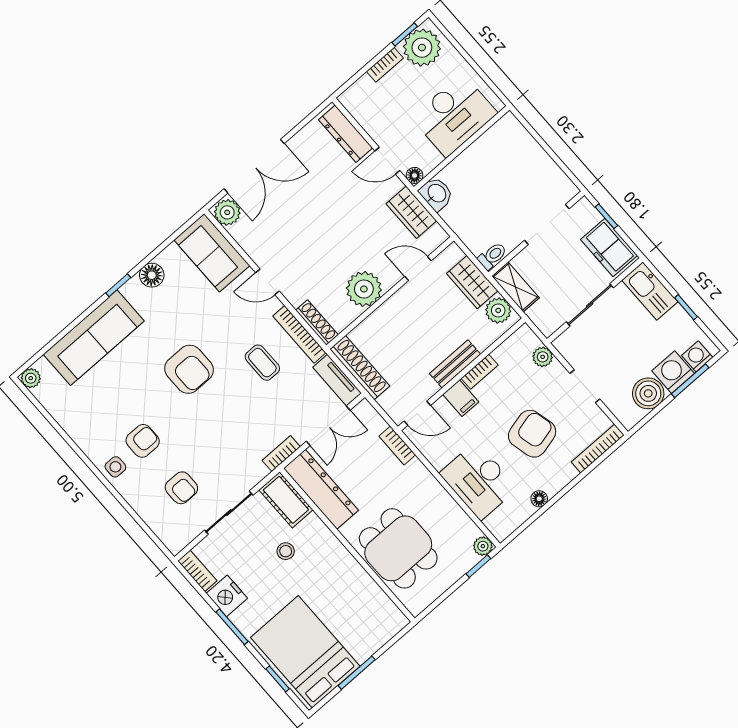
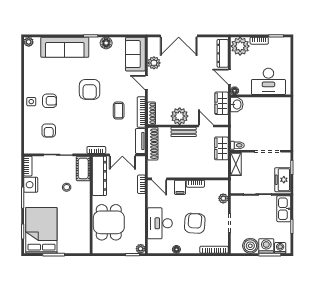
plant: (422, 48) -> (240, 46), moved
plant: (227, 212) -> (154, 63), moved
plant: (498, 310) -> (222, 167), removed
bench: (455, 364) -> (184, 132), moved
armchair: (532, 434) -> (195, 223), turned -71

